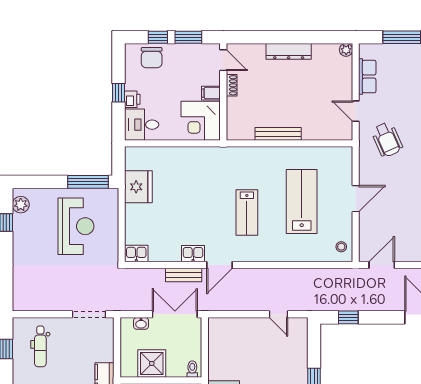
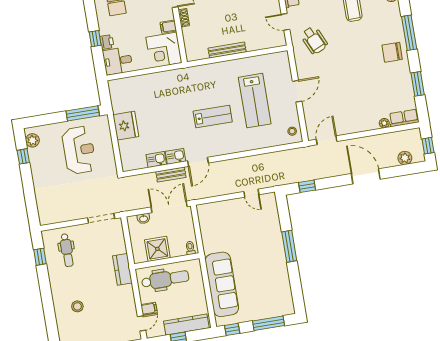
fridge: (138, 187) -> (126, 126), moved
lab bench: (302, 201) -> (255, 101), turned 180
lab bench: (247, 212) -> (213, 117), turned -90
kitchen sink: (136, 254) -> (156, 159), moved

